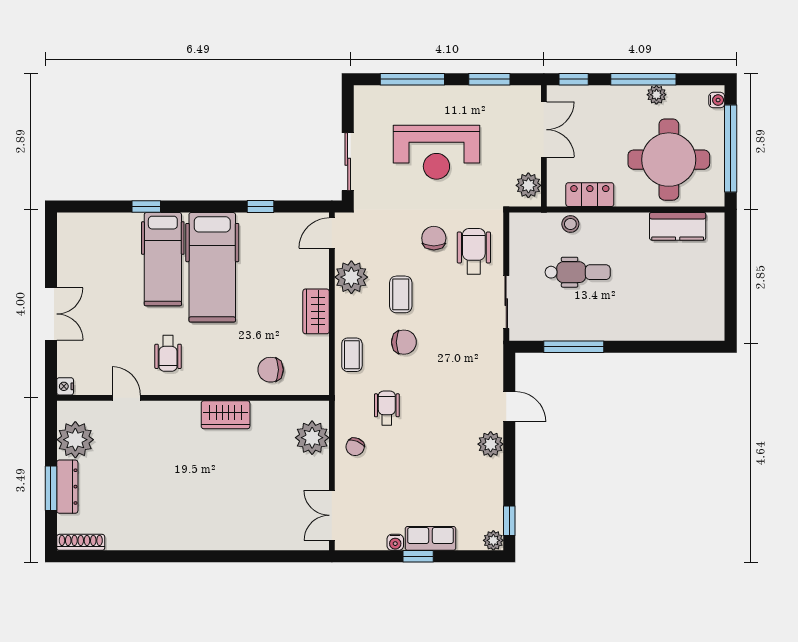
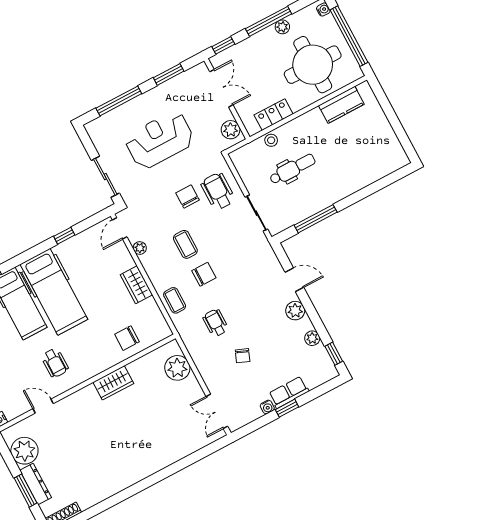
reception desk: (436, 152) -> (160, 140), turned 180
plant: (351, 277) -> (140, 248), width x0.53, depth x0.53
chair: (355, 447) -> (243, 356), moved
plant: (493, 540) -> (312, 338), moved

